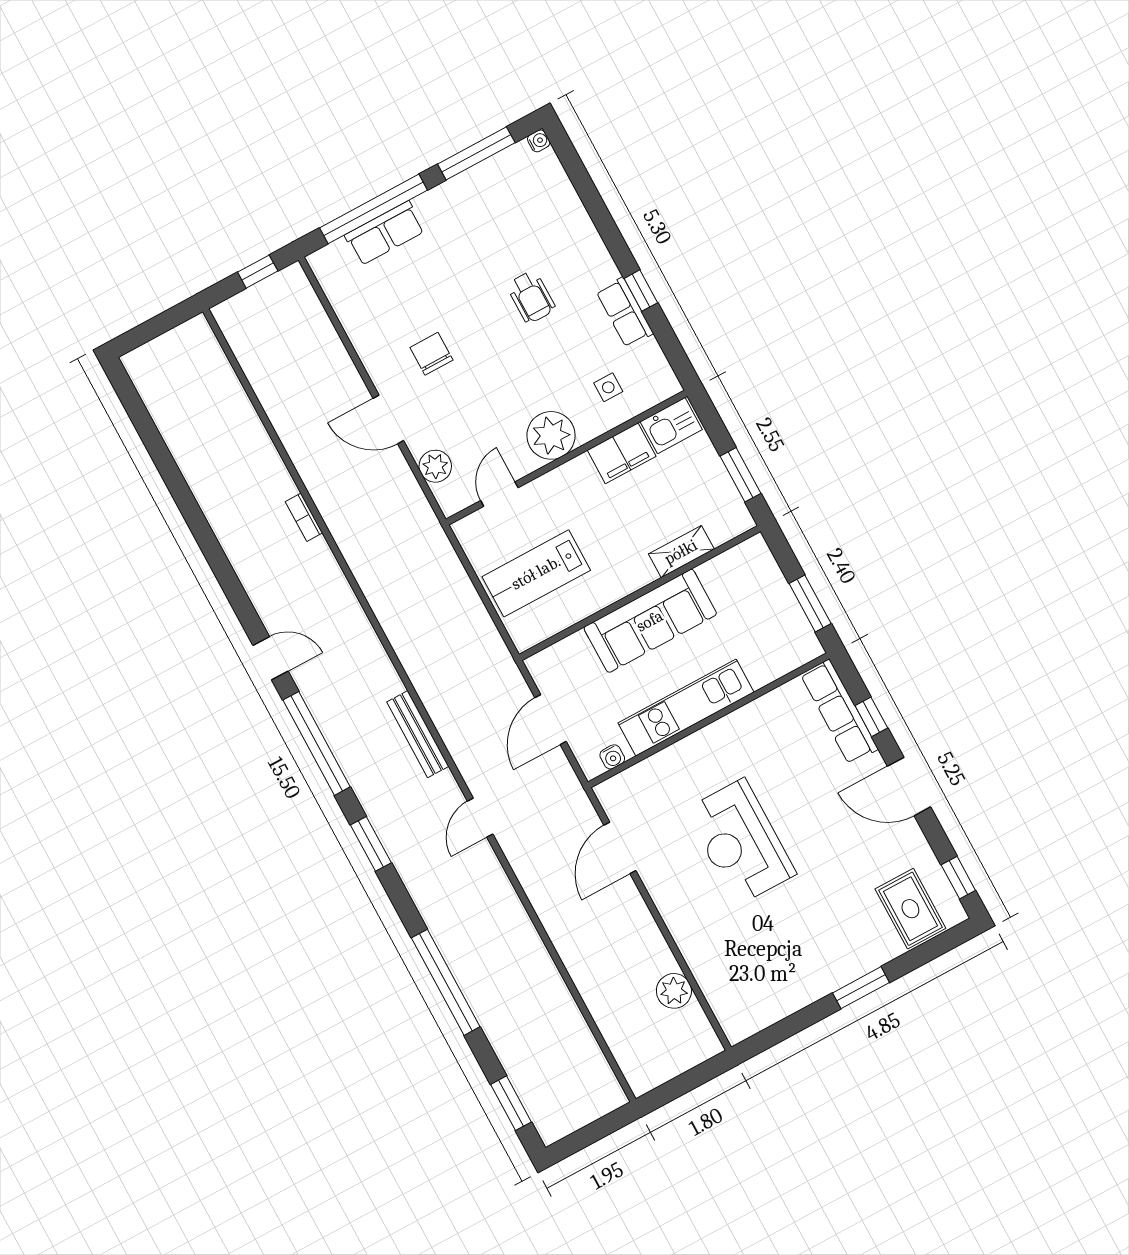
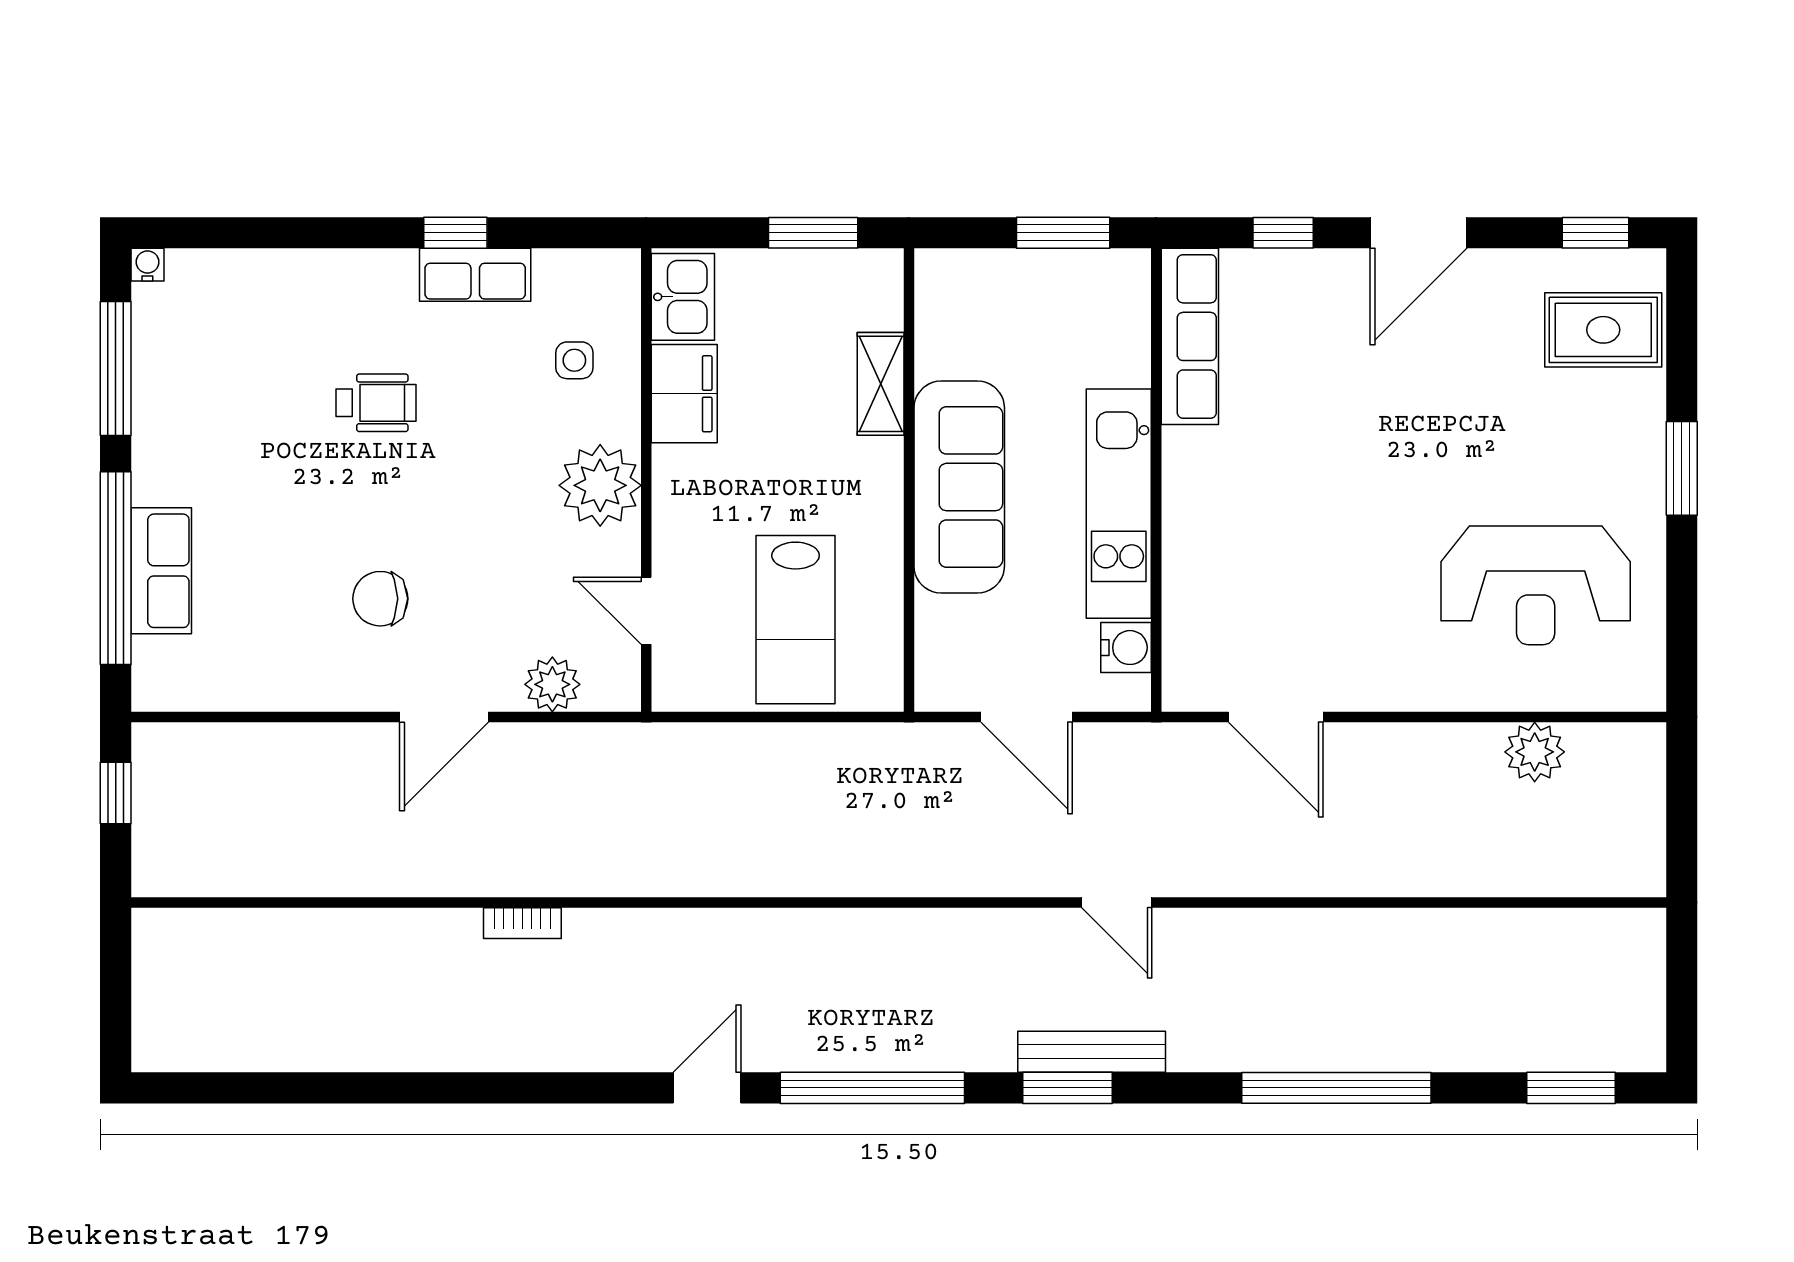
row of seats: (839, 712) -> (1190, 336), moved, turned -90
bench: (418, 734) -> (1092, 1052), moved
water cooler: (612, 757) -> (1126, 648), width x1.38, depth x1.38
reception desk: (740, 842) -> (1536, 585), moved

